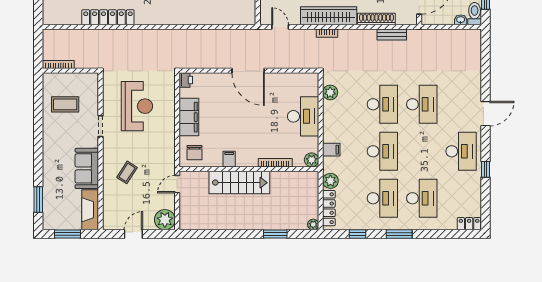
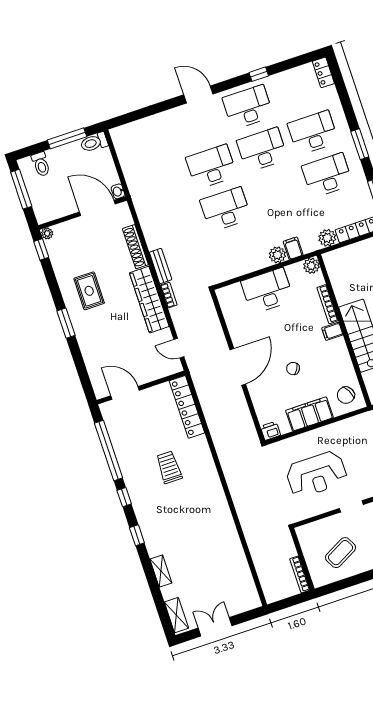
locker: (108, 17) -> (187, 407), moved
washbasin: (461, 20) -> (118, 191), moved
door: (280, 27) -> (179, 348), hinge flipped
bench: (392, 34) -> (161, 266), moved
plant: (330, 92) -> (277, 255), moved
coffee table: (65, 104) -> (341, 553), turned 62
reception desk: (137, 106) -> (316, 474), turned 180
chair: (231, 116) -> (293, 369), added
desk: (382, 151) -> (262, 150), moved
chair: (195, 153) -> (346, 395), turned 153
filing cabinet: (229, 159) -> (332, 331), moved

